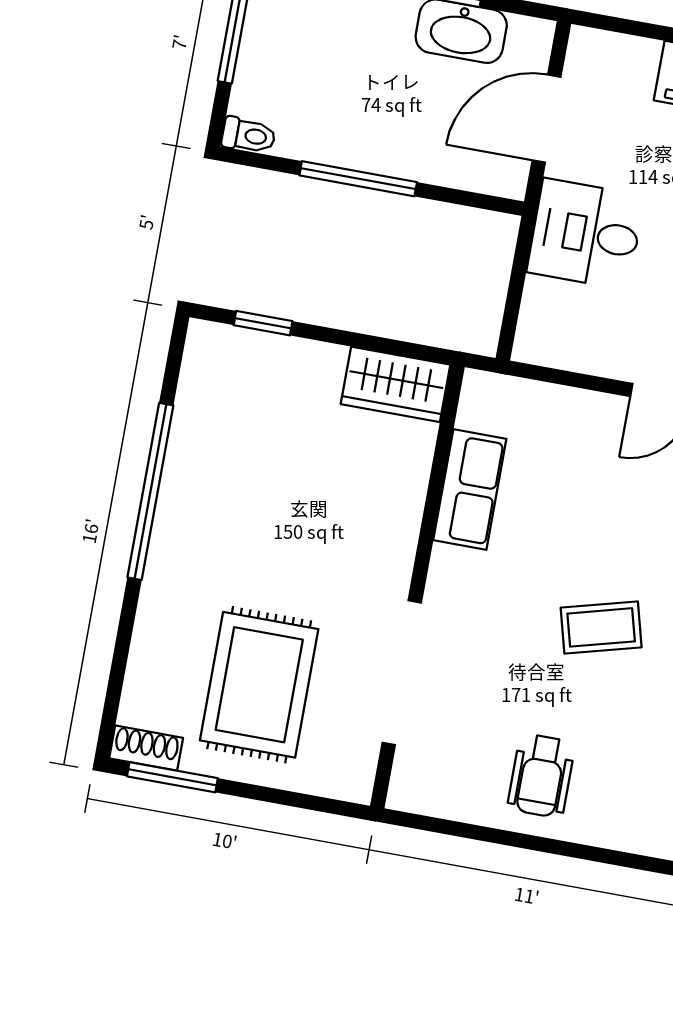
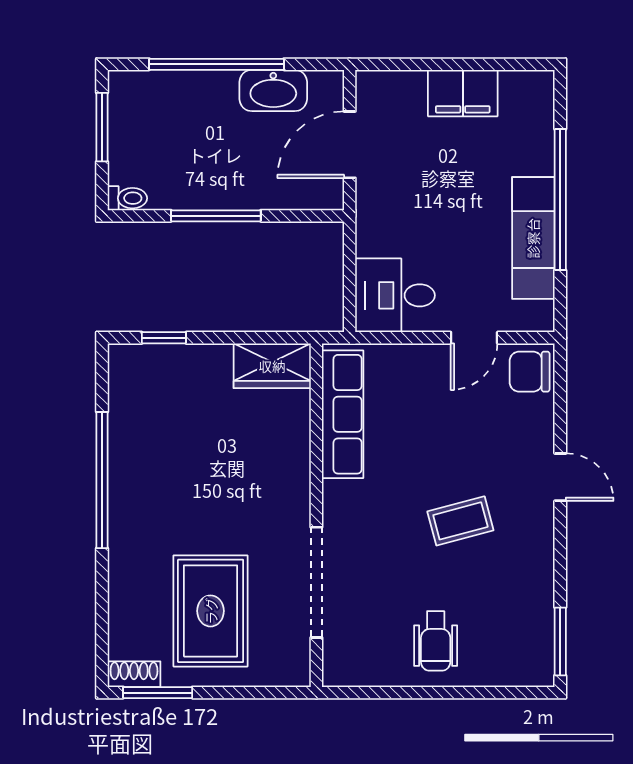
desk: (586, 234) -> (395, 295), moved
row of seats: (470, 490) -> (343, 414), width x1.48

